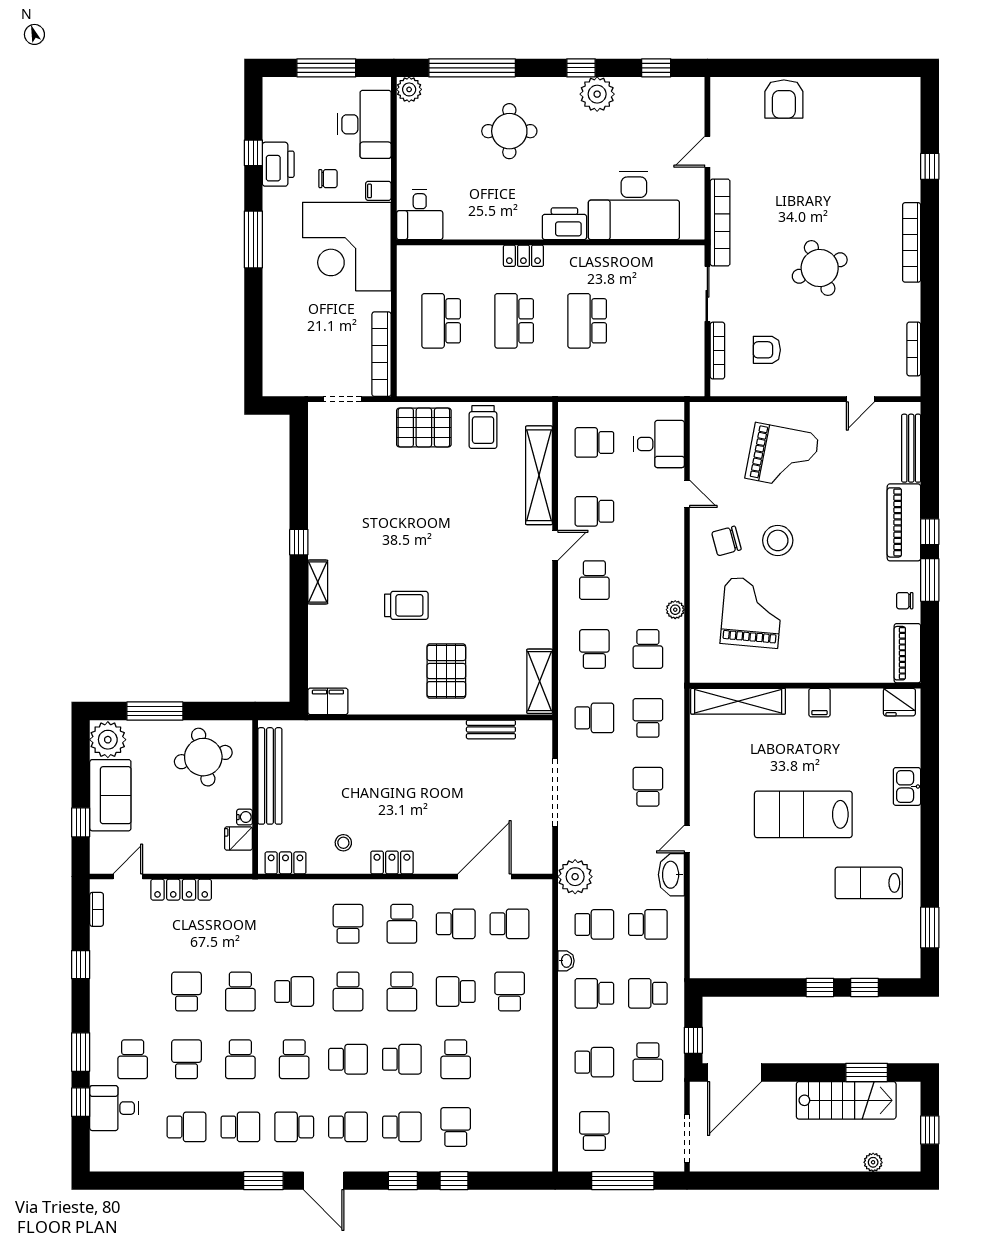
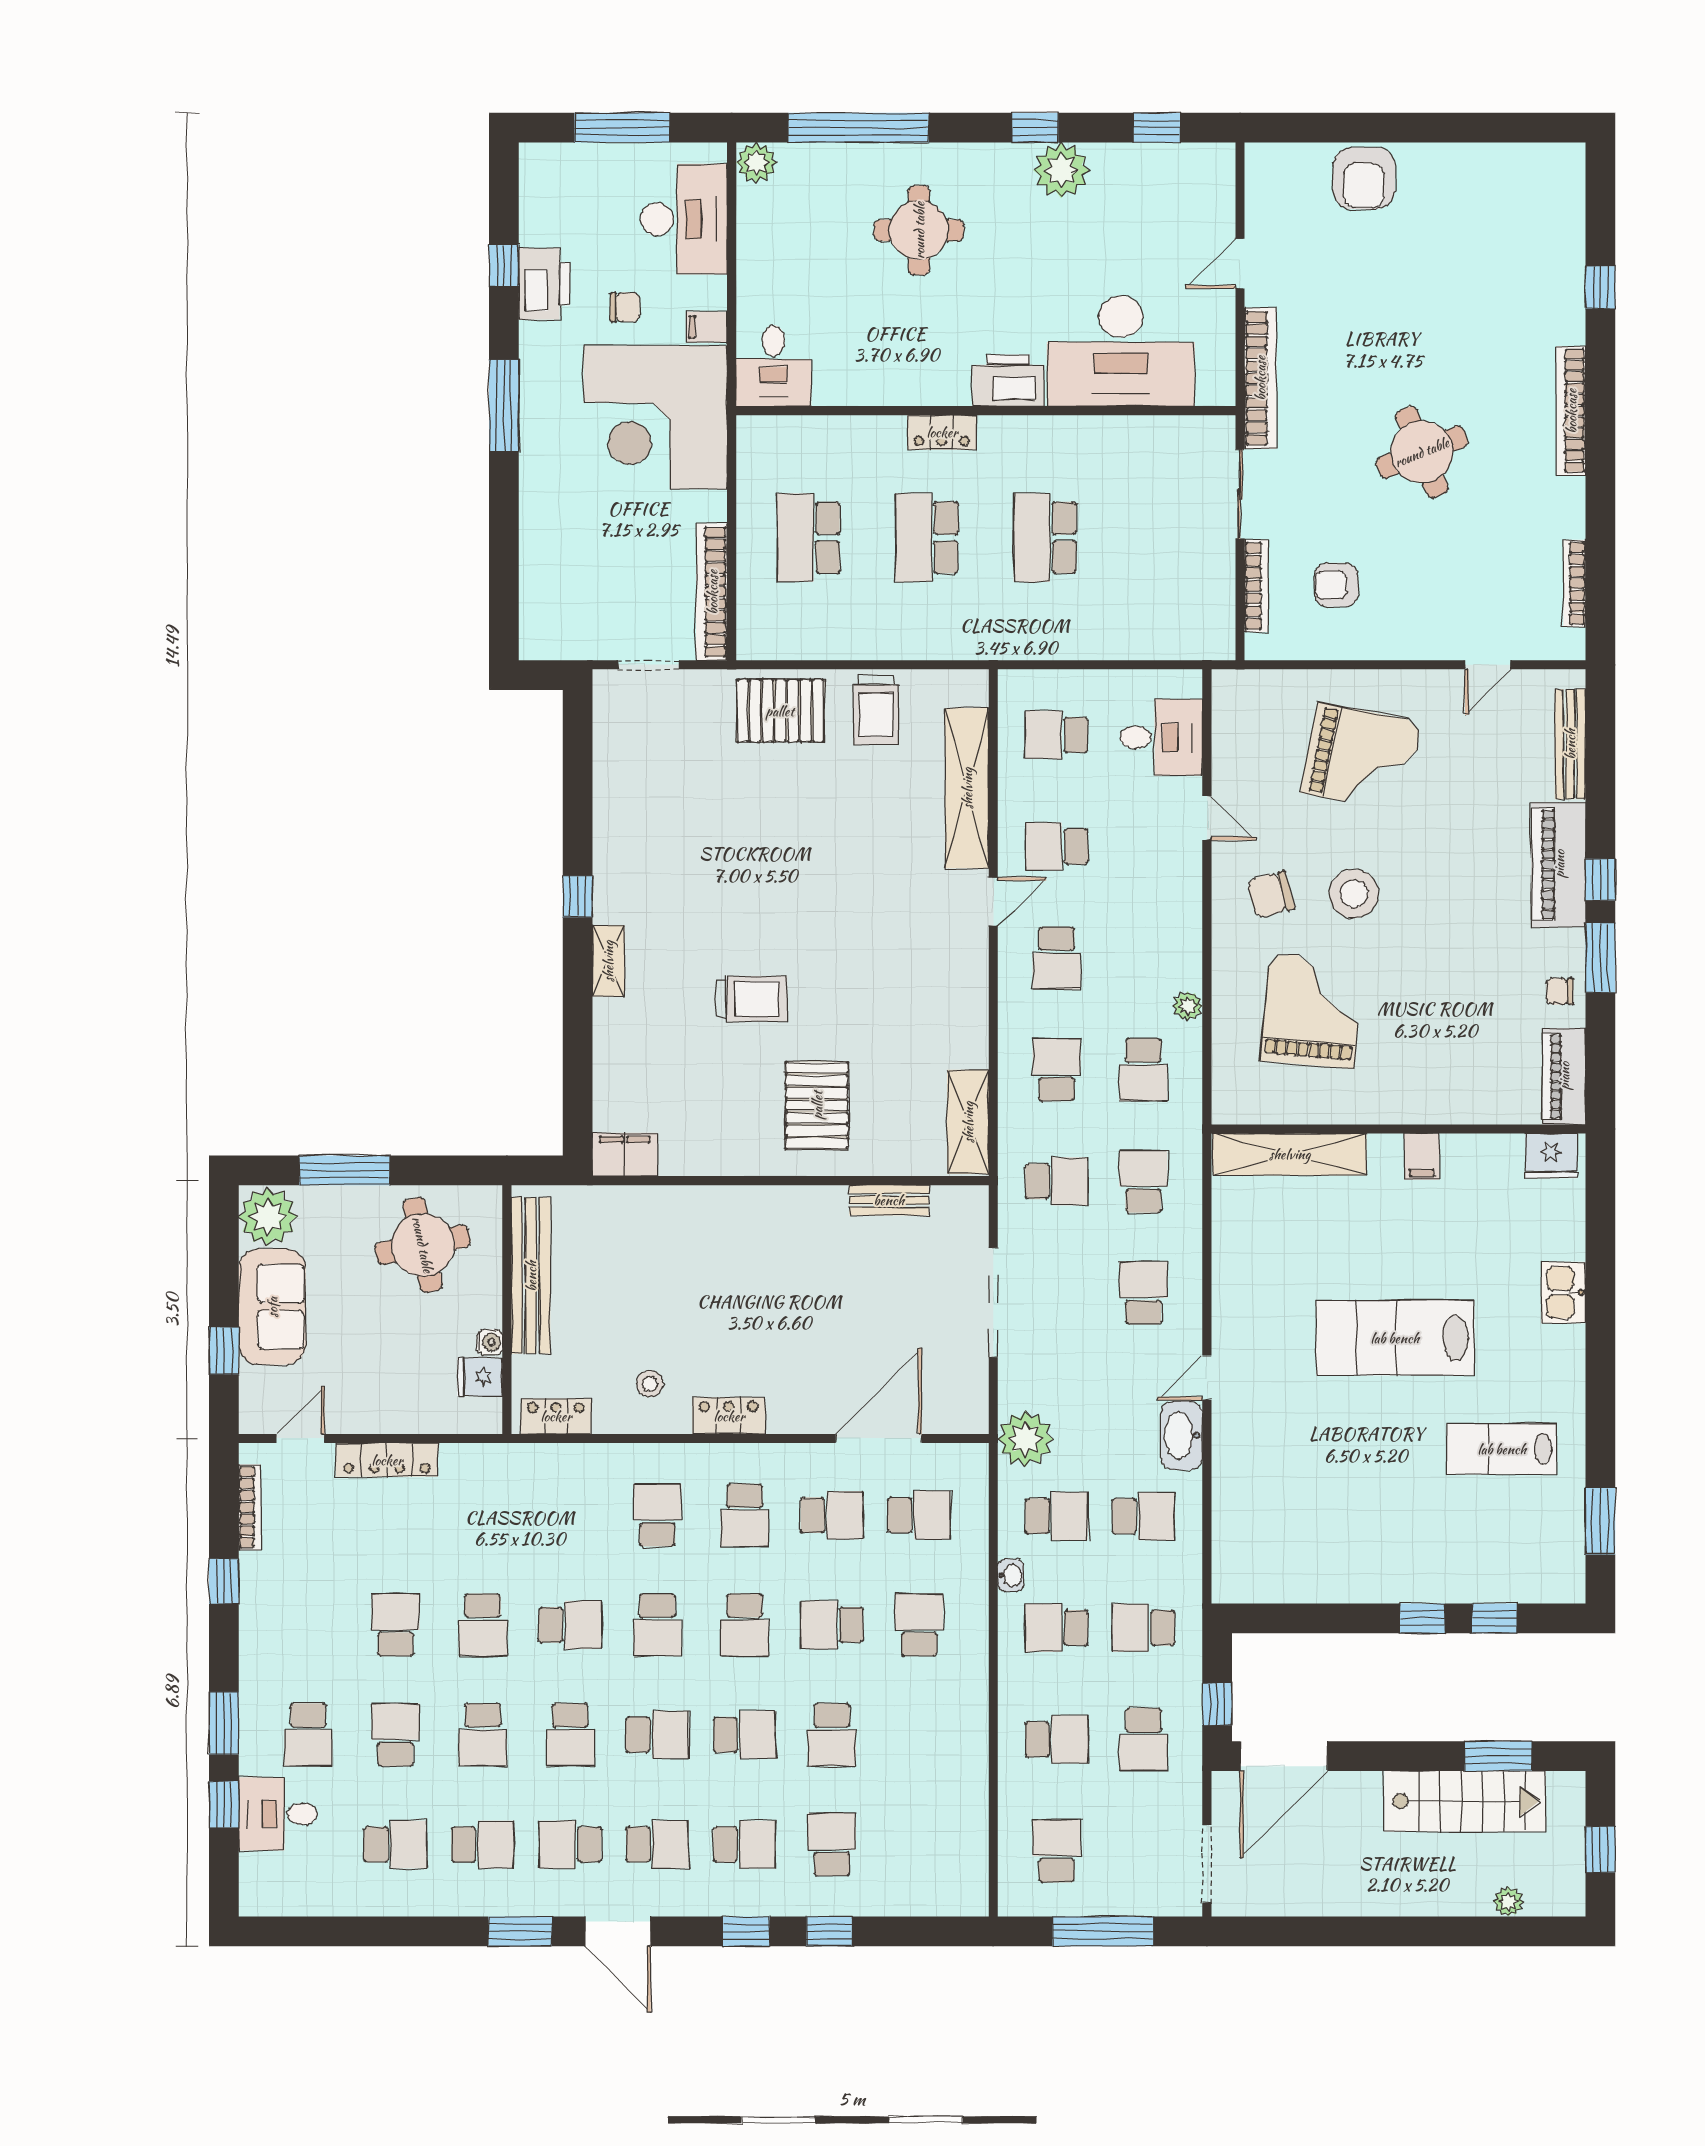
bookcase: (97, 909) -> (250, 1507), width x1.56

